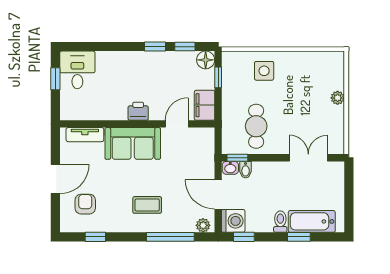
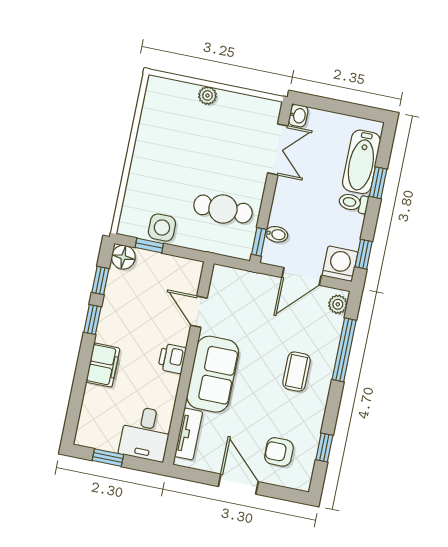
desk: (77, 70) -> (146, 434), moved, turned -90
side table: (264, 71) -> (162, 228), moved
filing cabinet: (205, 105) -> (103, 365), moved, turned -90
double door: (308, 158) -> (278, 149), swing flipped
washbasin: (230, 168) -> (298, 116), moved

